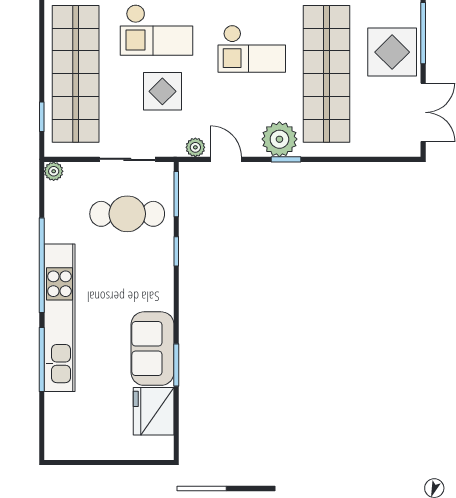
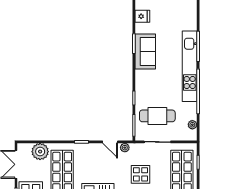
plant: (279, 139) -> (40, 152), moved
plant: (54, 171) -> (192, 125), moved
fridge: (154, 411) -> (142, 16), width x0.53, depth x0.75

